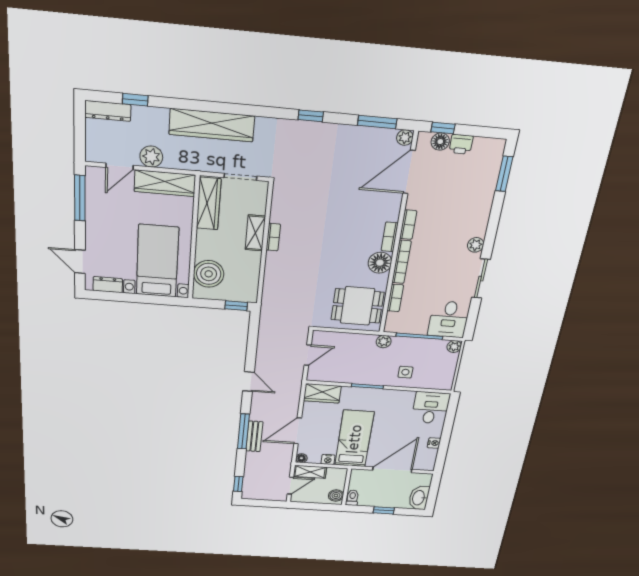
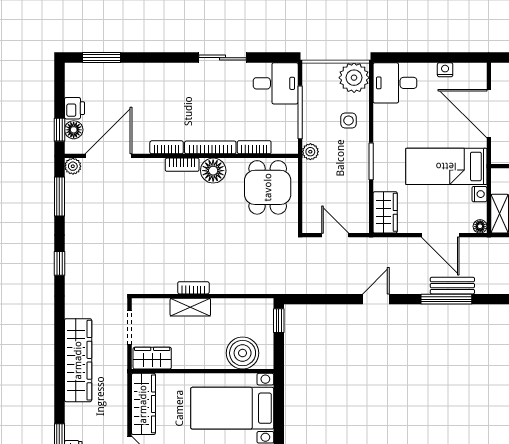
plant: (151, 157) -> (116, 419), removed
door: (409, 172) -> (109, 156), swing flipped
wardrobe: (209, 204) -> (152, 358), width x0.67
plant: (476, 245) -> (183, 71), removed
plant: (454, 347) -> (354, 78), moved, width x1.88, depth x1.88

